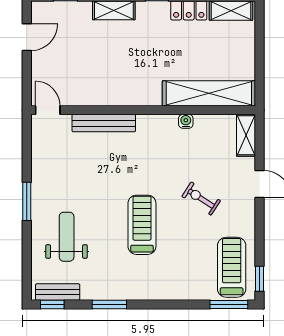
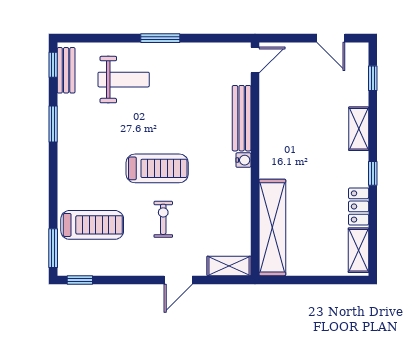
water cooler: (186, 121) -> (243, 160), moved
exercise bike: (201, 199) -> (163, 219), turned -33
treadmill: (142, 225) -> (157, 168), moved
treadmill: (232, 267) -> (92, 225), moved

